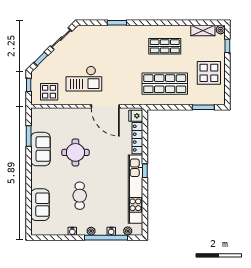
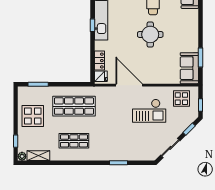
checkout: (84, 79) -> (149, 111), turned 180
locker: (137, 138) -> (99, 61), width x0.66
sofa: (41, 149) -> (189, 68), moved
round table: (75, 152) -> (150, 34), moved

